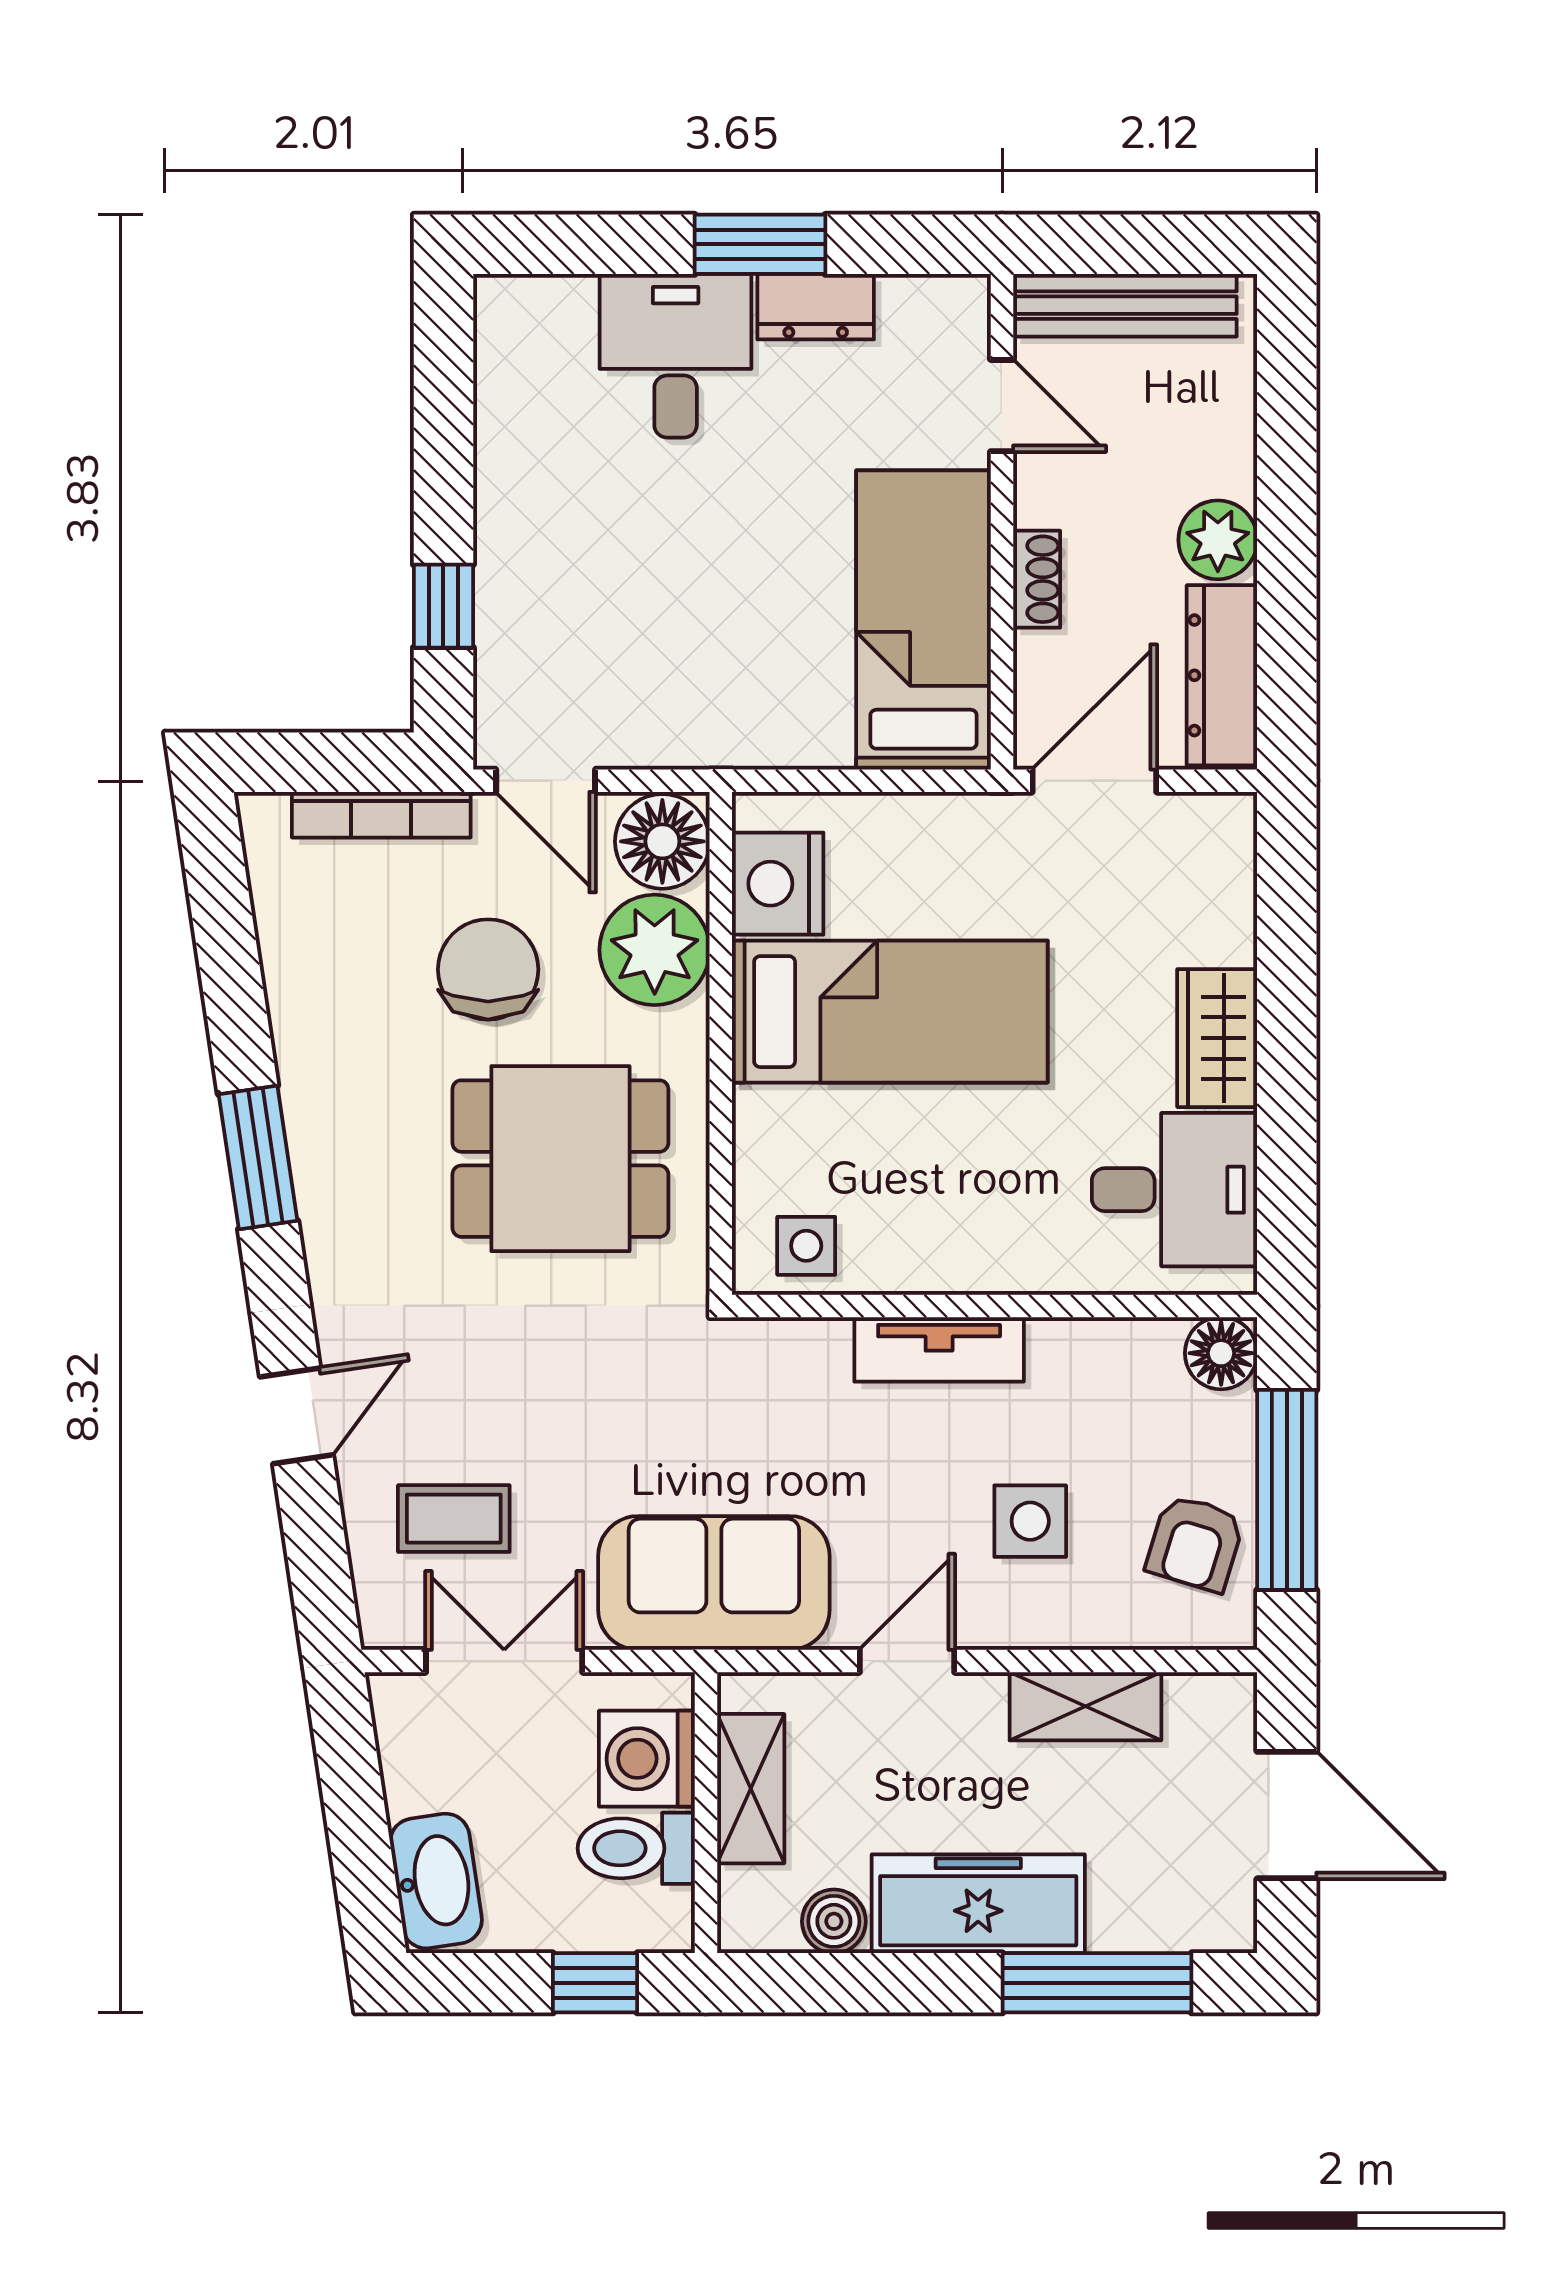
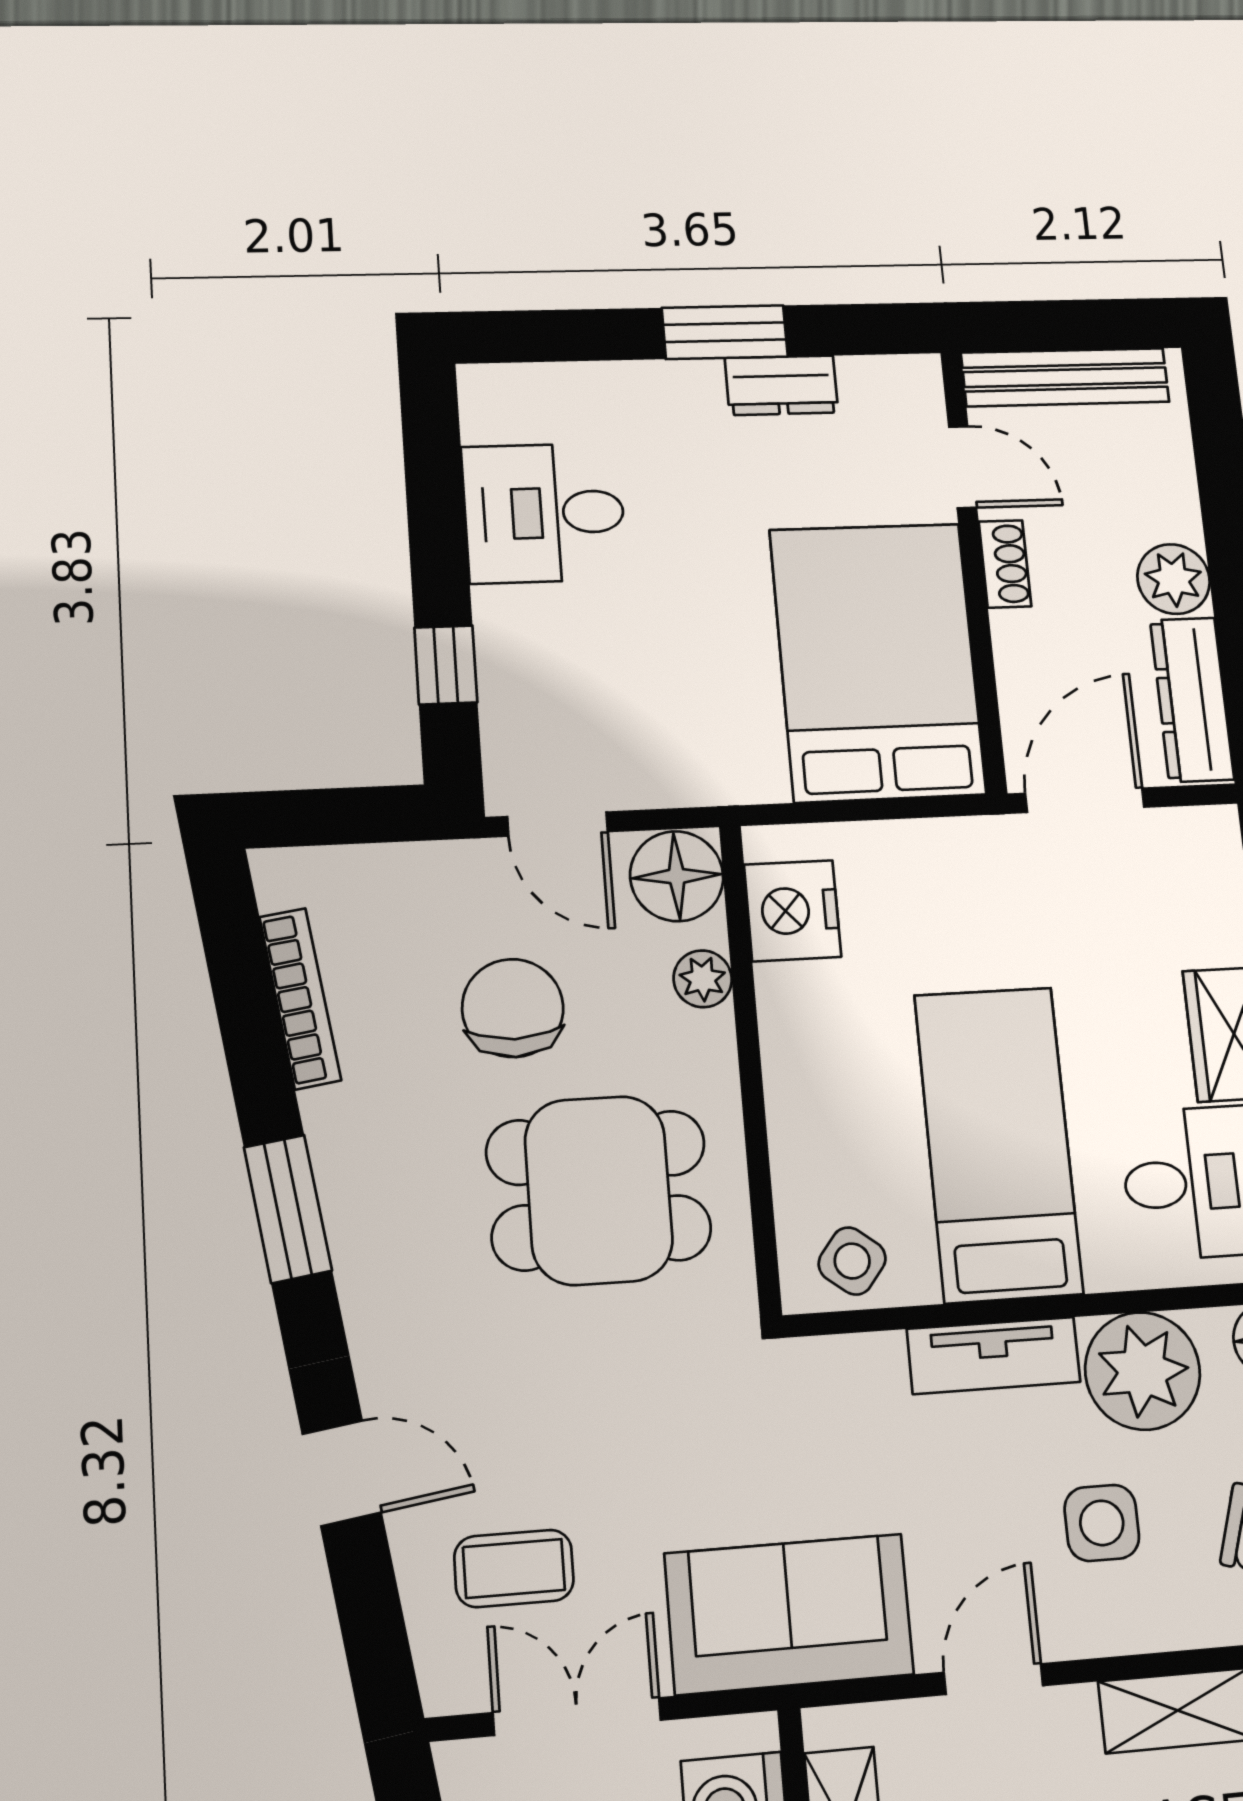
desk: (676, 356) -> (544, 513), moved, turned -90
shoe rack: (1037, 579) -> (1005, 564), moved
bed: (924, 620) -> (877, 662), width x1.50
bookcase: (381, 815) -> (300, 998), moved, turned -98
plant: (655, 950) -> (703, 979), width x0.53, depth x0.53
bed: (890, 1012) -> (998, 1144), moved, turned -90
side table: (806, 1246) -> (852, 1261), turned 38
plant: (1088, 1376) -> (1143, 1371), added
door: (296, 1416) -> (342, 1473), hinge flipped

